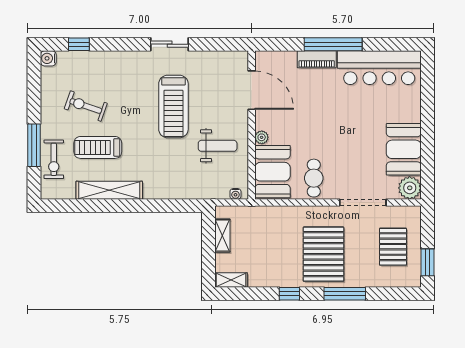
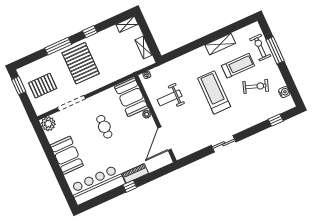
window: (333, 44) -> (130, 186), width x0.32
water cooler: (48, 58) -> (284, 92), moved
door: (252, 90) -> (165, 139), hinge flipped
treadmill: (173, 106) -> (214, 92), moved
booth: (404, 149) -> (67, 155), moved
cafe table: (314, 178) -> (104, 127), moved
shelving: (109, 190) -> (220, 44), width x0.68
pallet: (393, 247) -> (43, 86), turned 90

